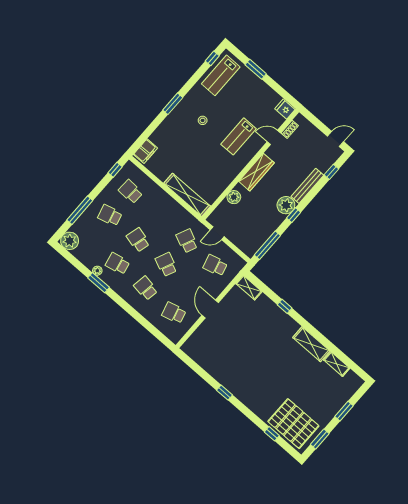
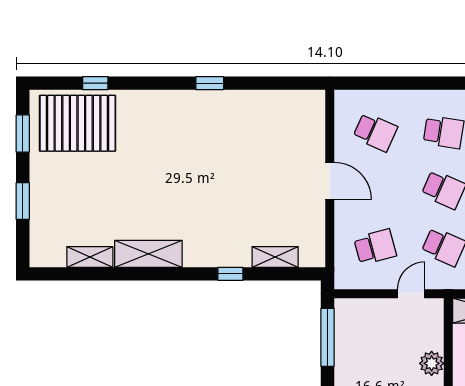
shelving: (249, 288) -> (275, 257), moved
school desk: (174, 313) -> (375, 132), turned 39

